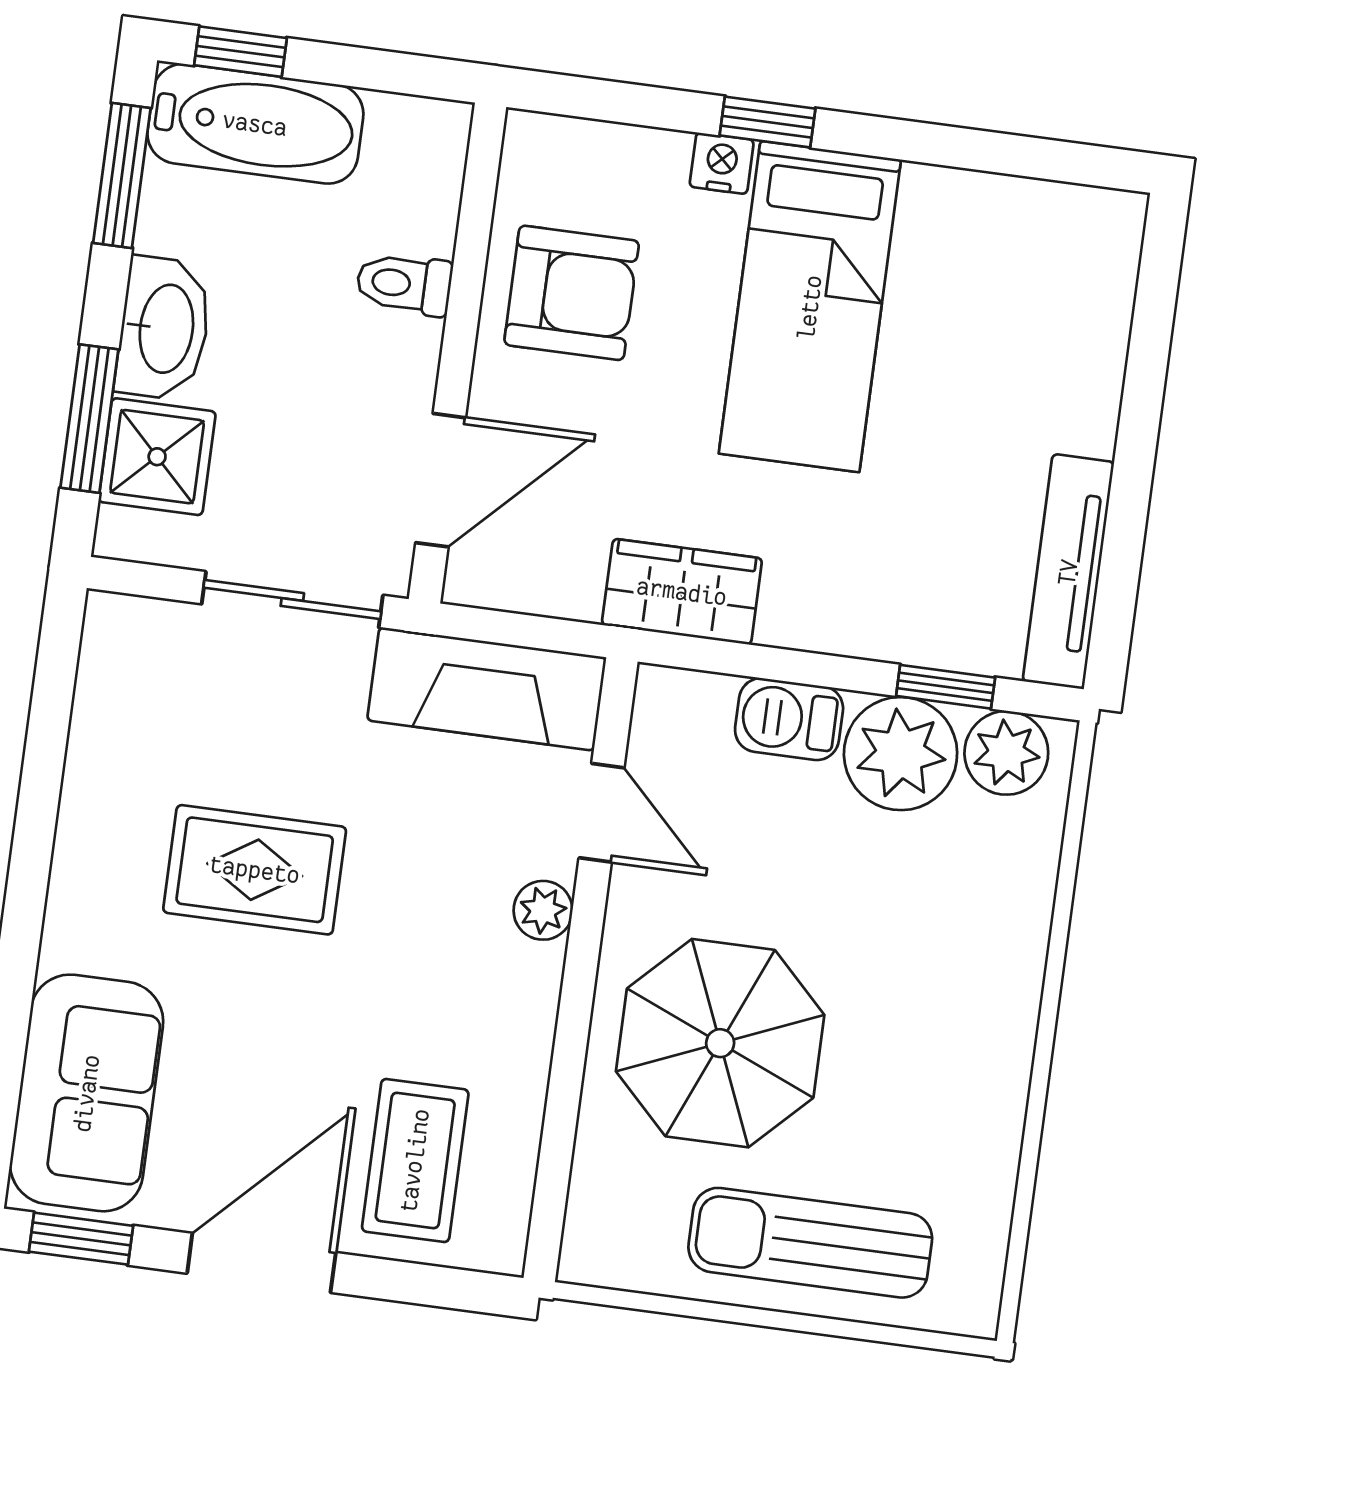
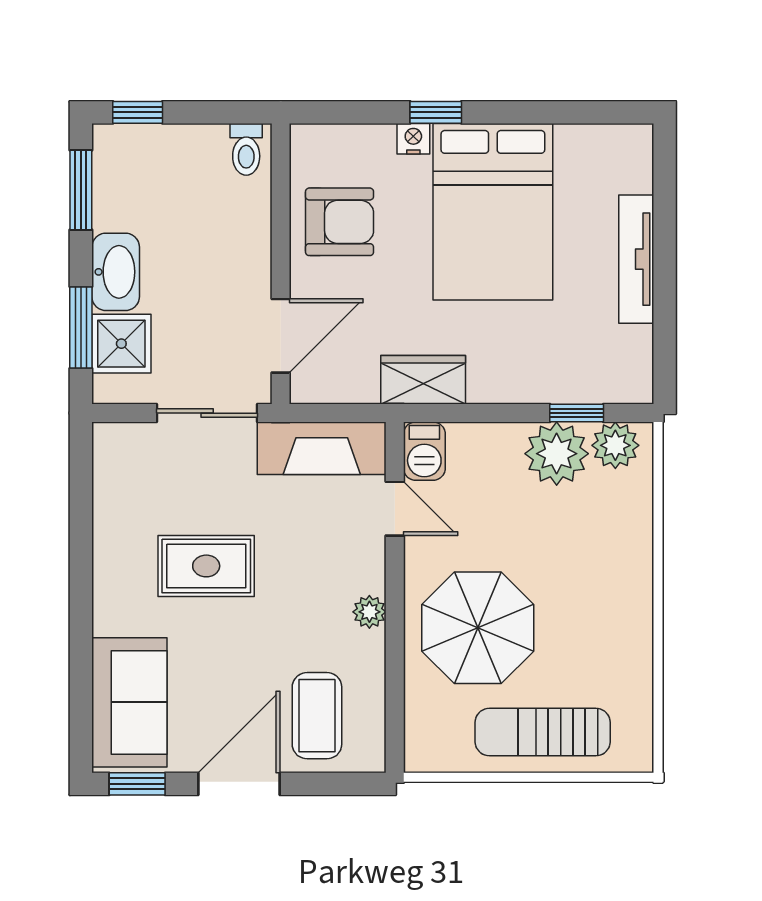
bathtub: (255, 124) -> (151, 151), removed
toilet: (404, 284) -> (246, 149), moved, turned -90
bed: (810, 307) -> (493, 212), width x1.50
tv unit: (1068, 572) -> (636, 259), moved
barbecue: (789, 719) -> (424, 451), moved, turned -90
plant: (543, 910) -> (369, 612), moved

